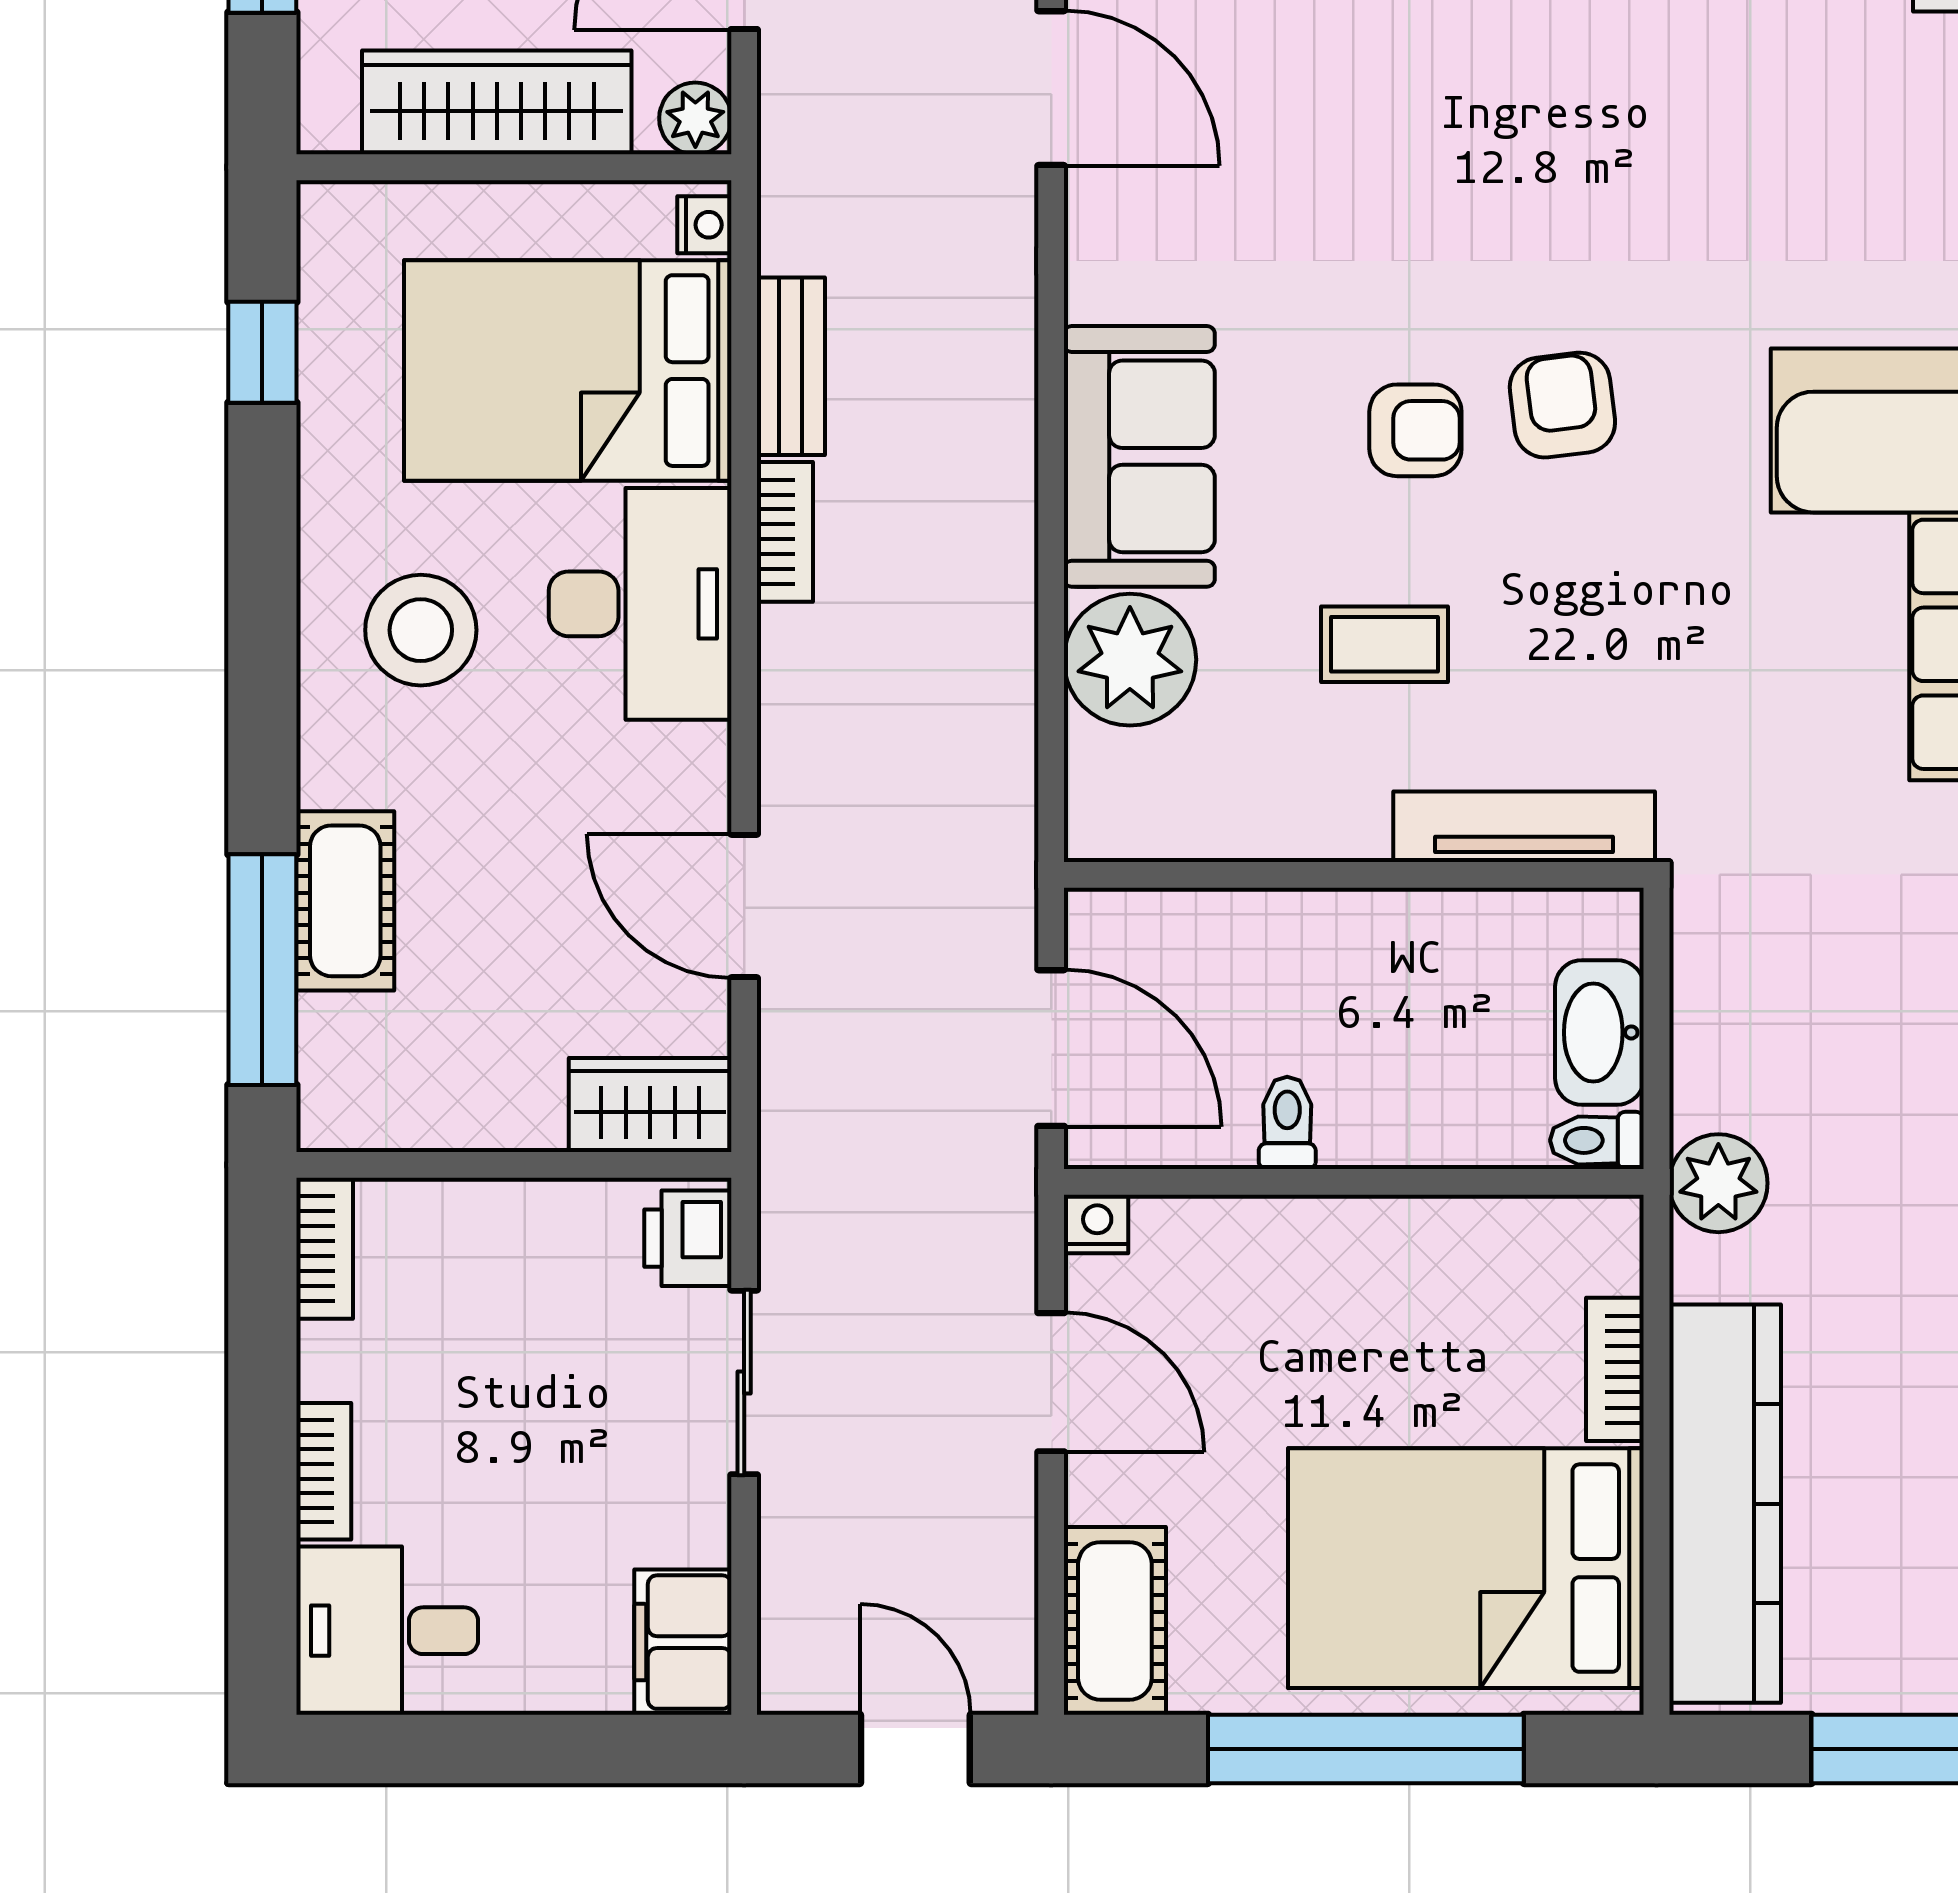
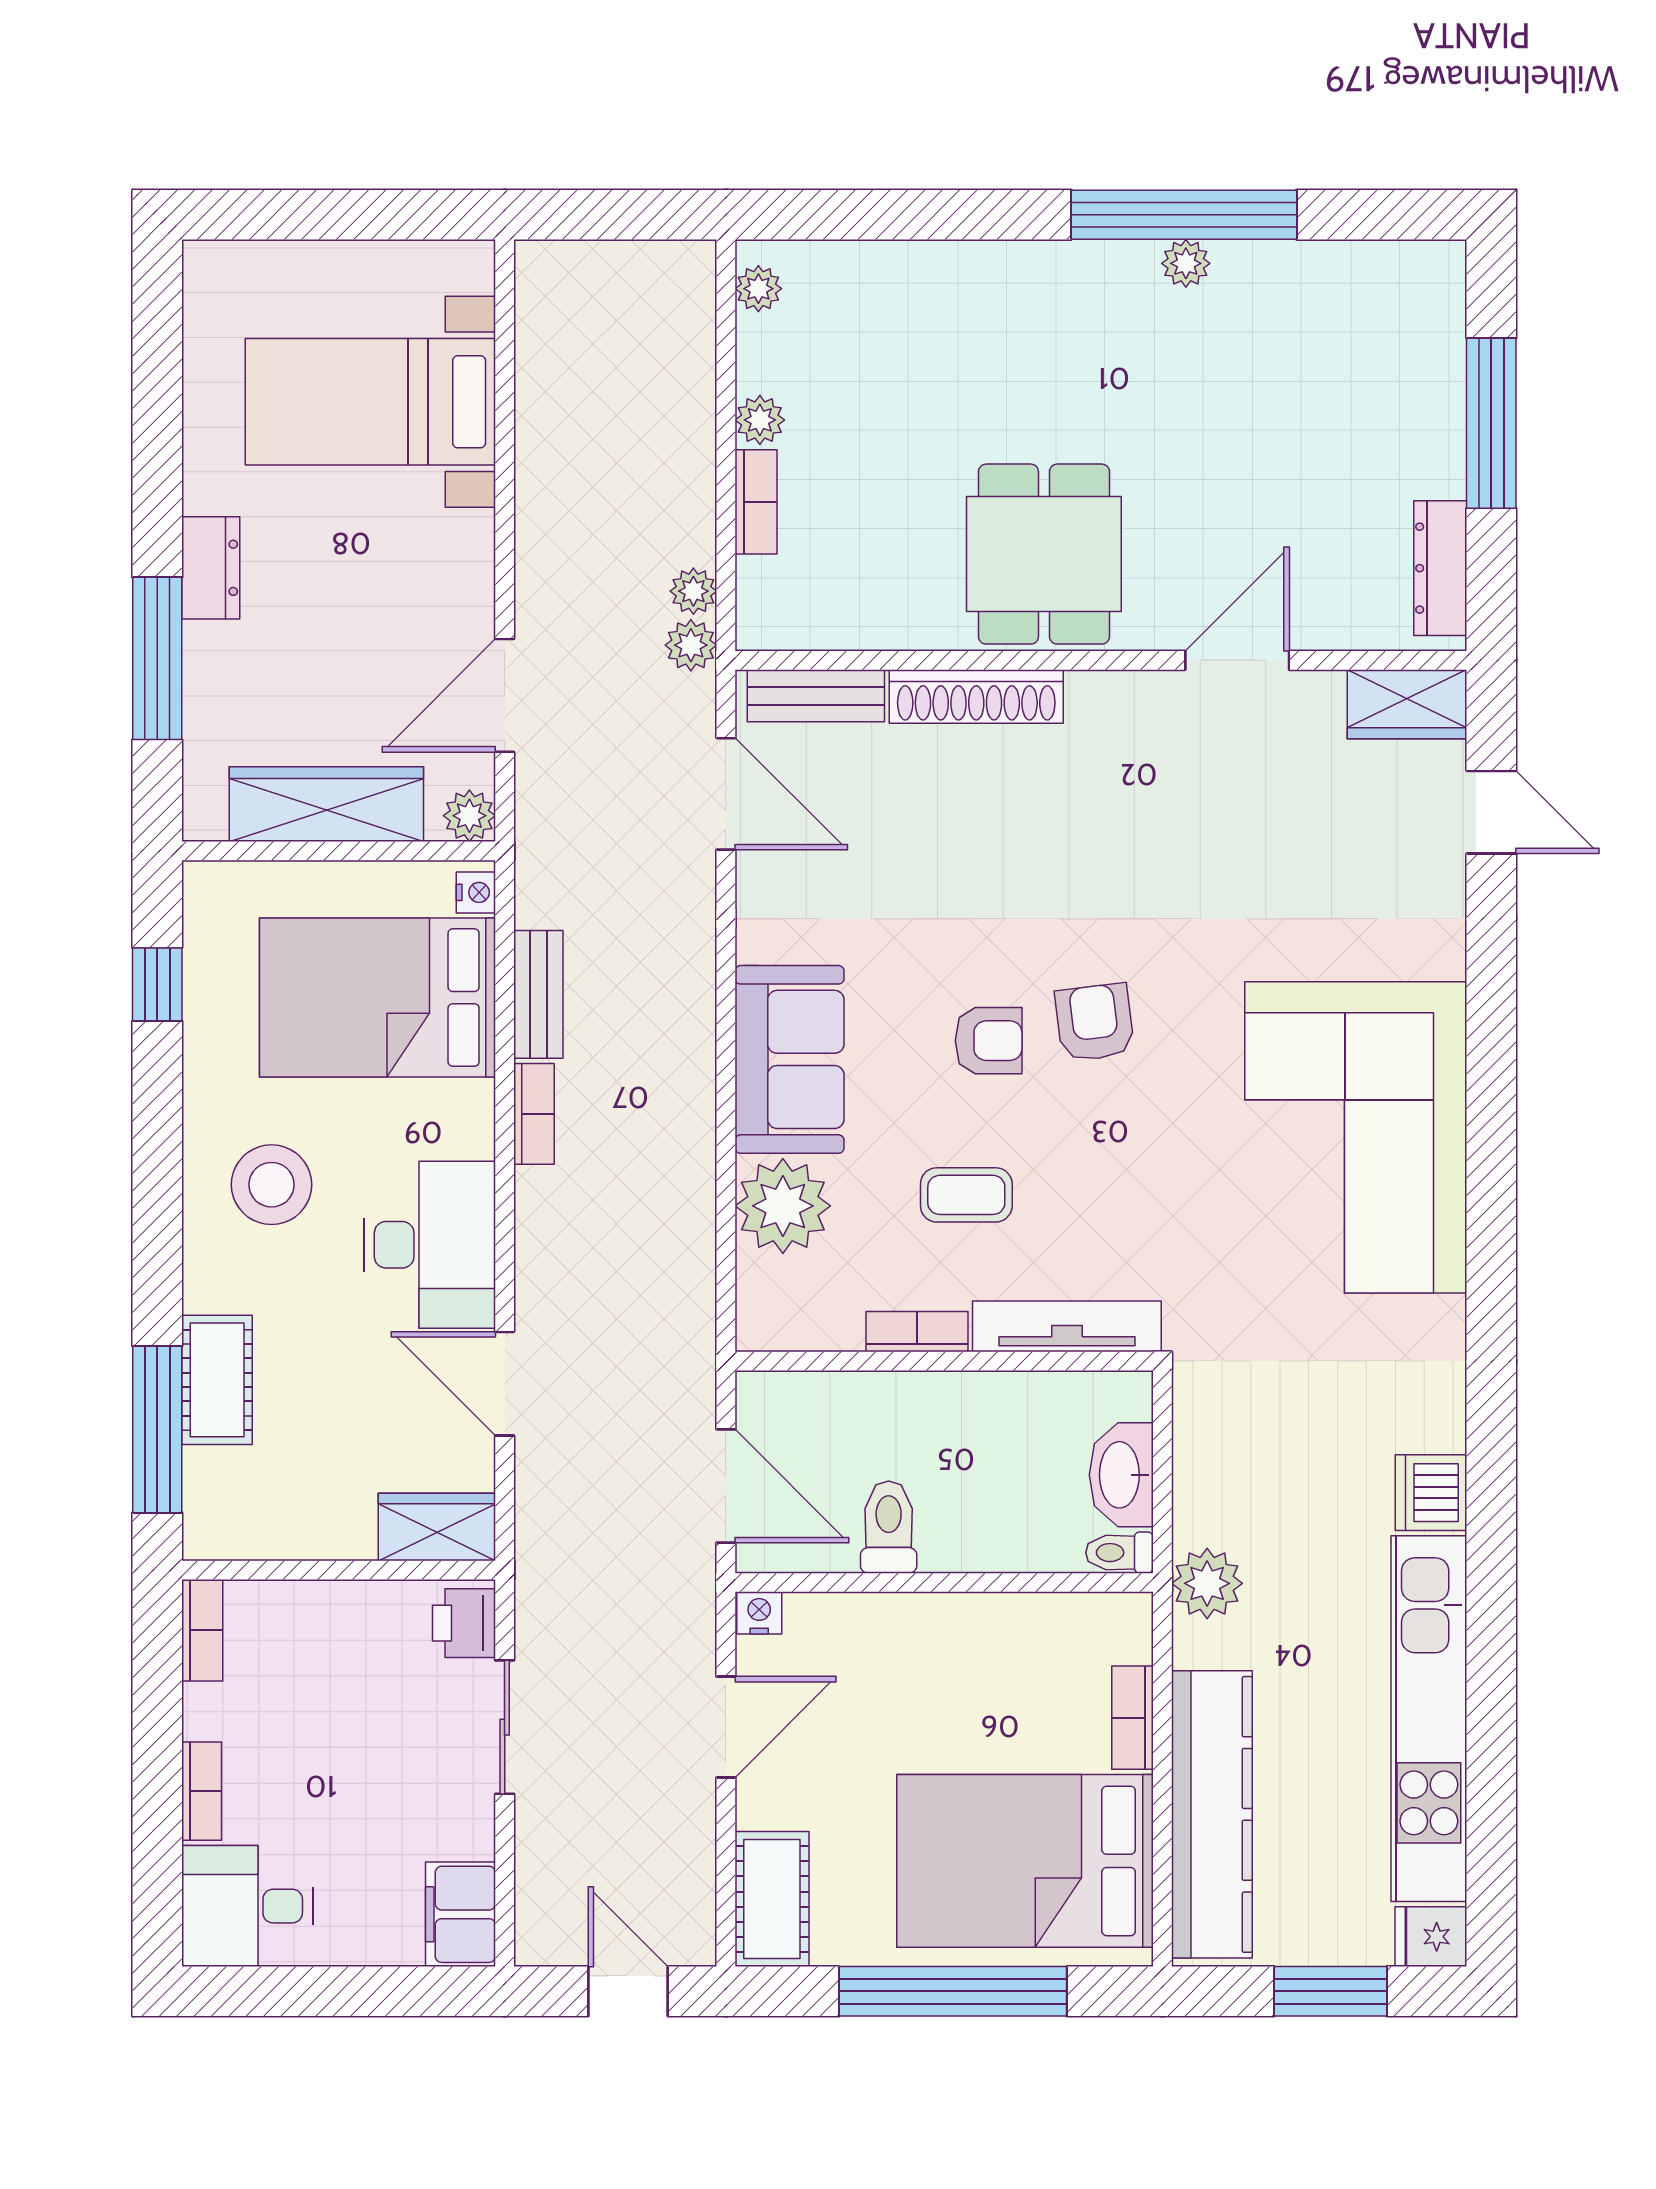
desk: (640, 604) -> (430, 1245), moved
bookcase: (1316, 834) -> (917, 1332), added
toilet: (1287, 1123) -> (889, 1527), width x1.37, depth x1.39
door: (1051, 1382) -> (726, 1727), hinge flipped

